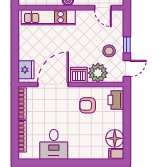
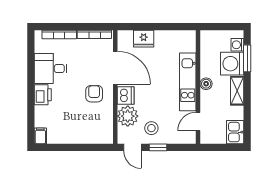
kitchen unit: (48, 17) -> (188, 82), moved
fridge: (26, 70) -> (144, 39), moved
printer: (116, 100) -> (43, 95), moved, turned 90
armchair: (88, 105) -> (94, 94), moved
floor lamp: (115, 138) -> (57, 134), removed

